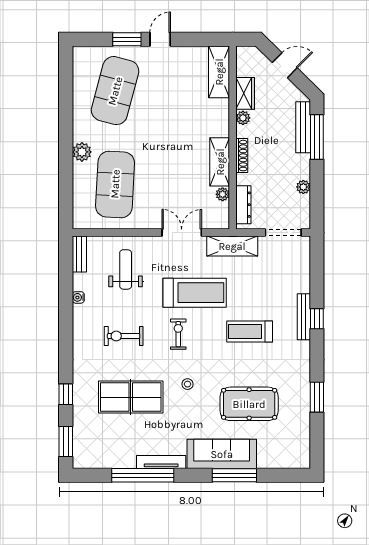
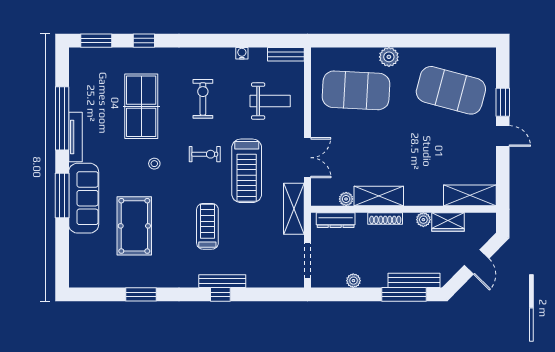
window: (234, 475) -> (62, 196), moved

